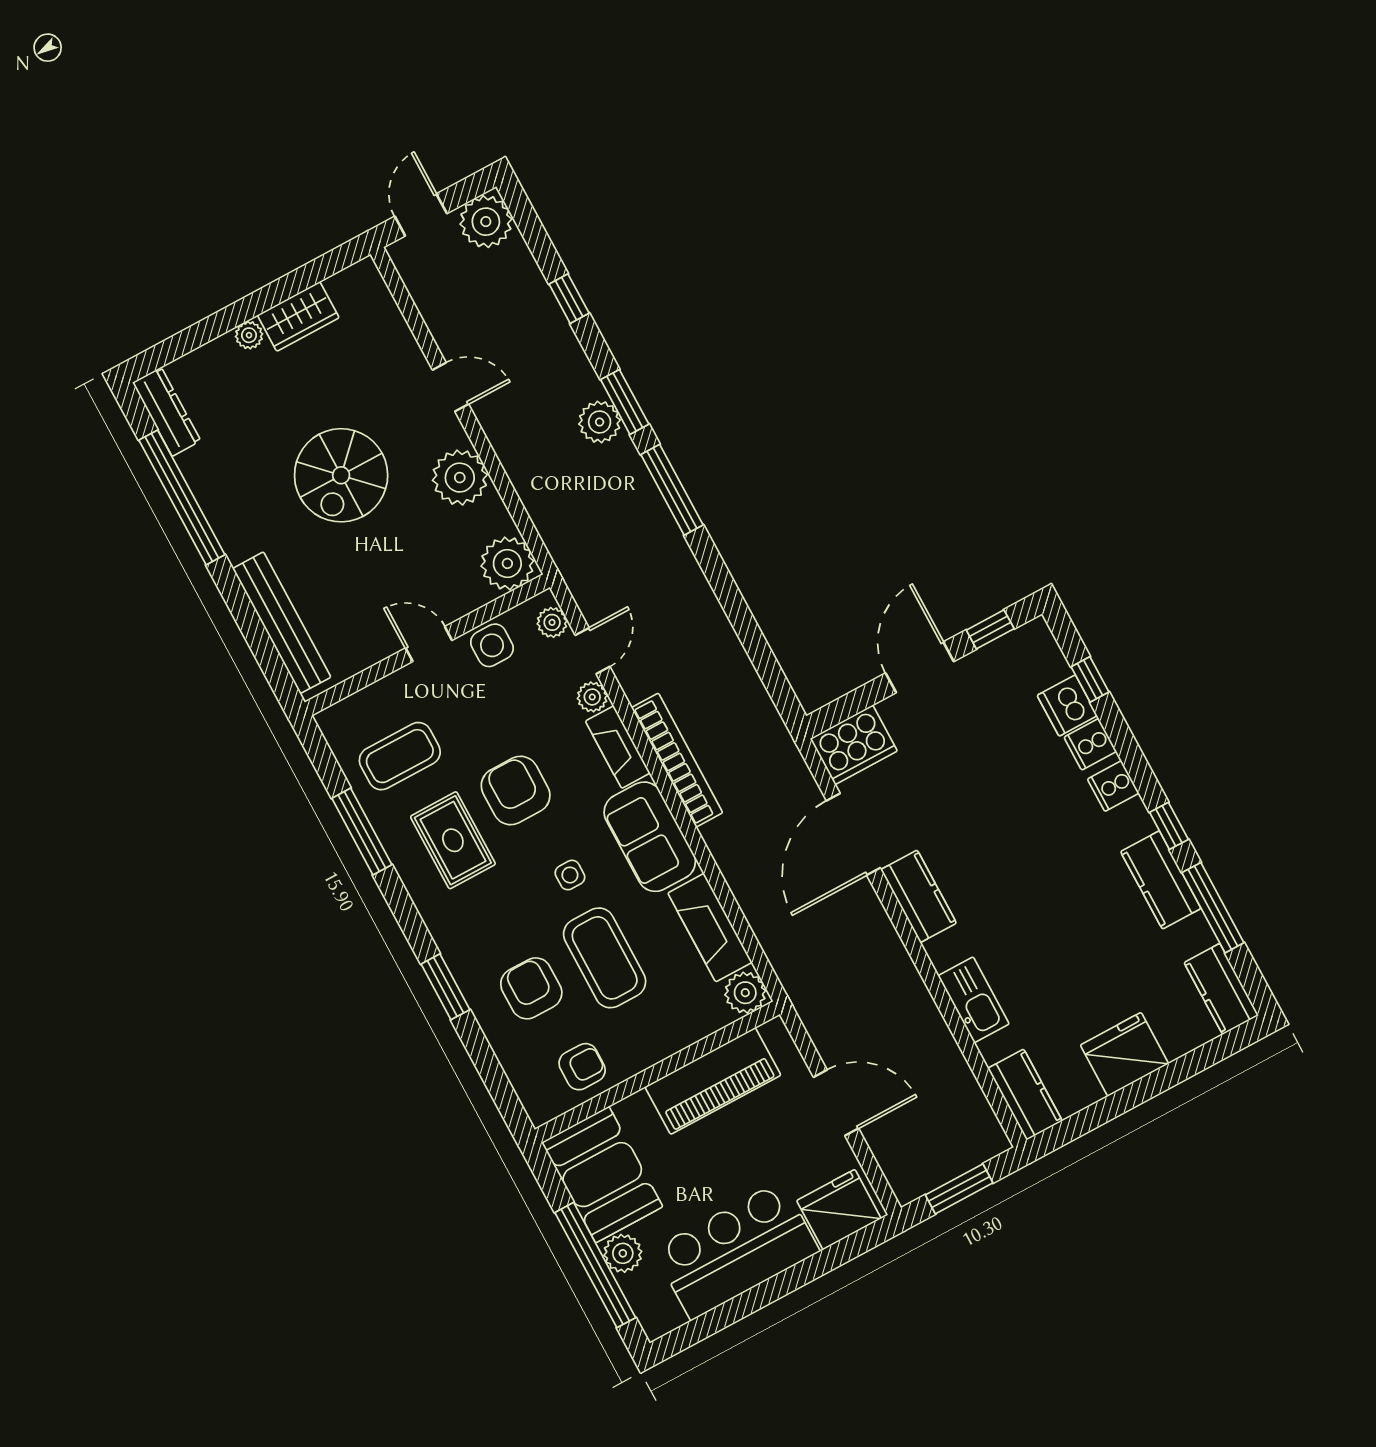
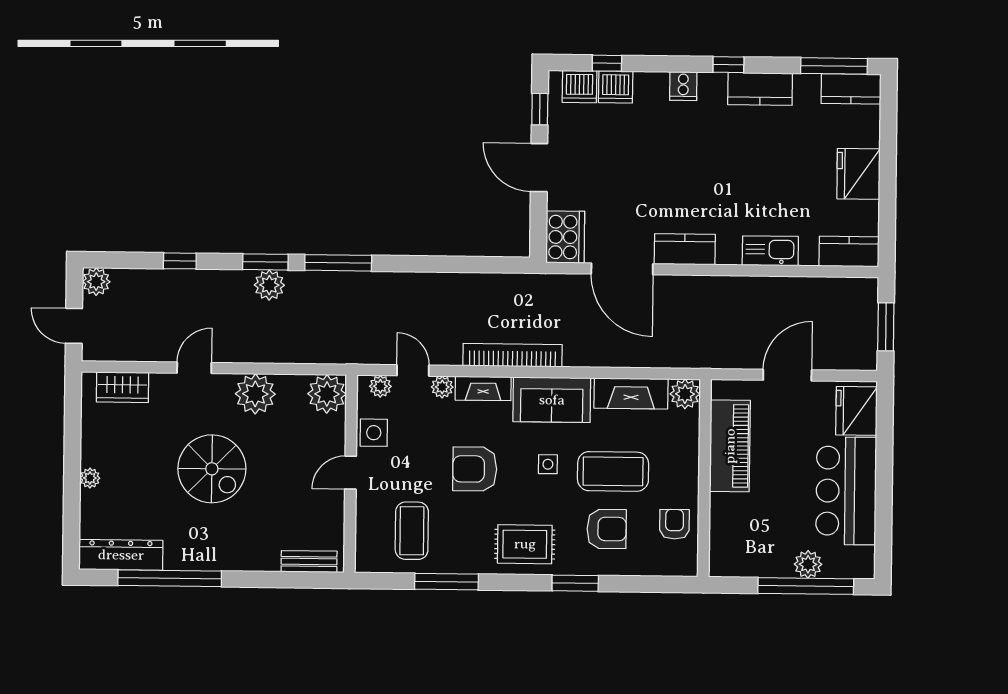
plant: (486, 222) -> (96, 282), width x0.73, depth x0.73
wardrobe: (298, 316) -> (122, 387), moved, turned 90
dresser: (167, 412) -> (121, 555), width x1.37, depth x1.24
bench: (282, 623) -> (309, 562), width x0.54, depth x0.82
dishwasher: (1044, 662) -> (579, 87), added
cooker: (1090, 744) -> (649, 86), removed
rug: (453, 840) -> (525, 544), moved
window: (1213, 908) -> (834, 66), moved
armchair: (531, 988) -> (607, 529), turned 180
booth: (602, 1175) -> (750, 550), removed

